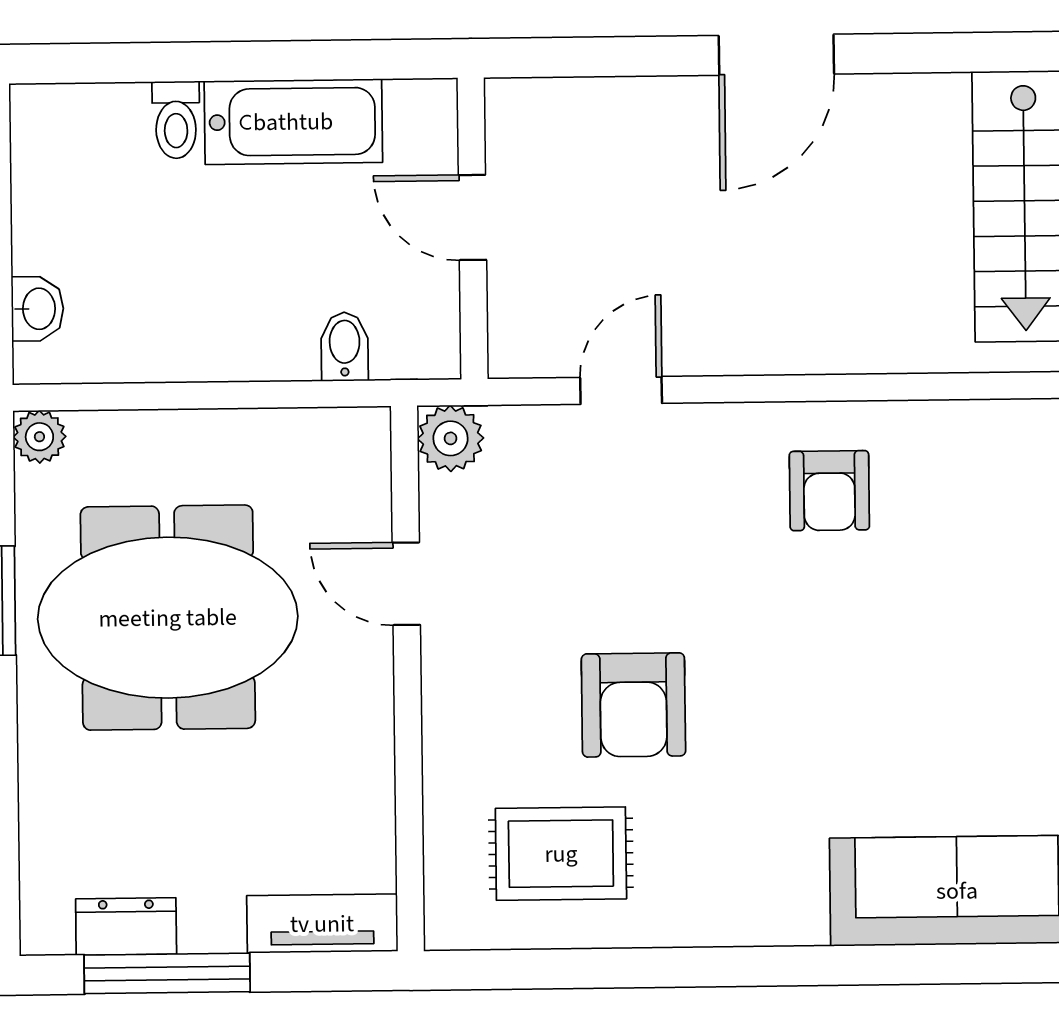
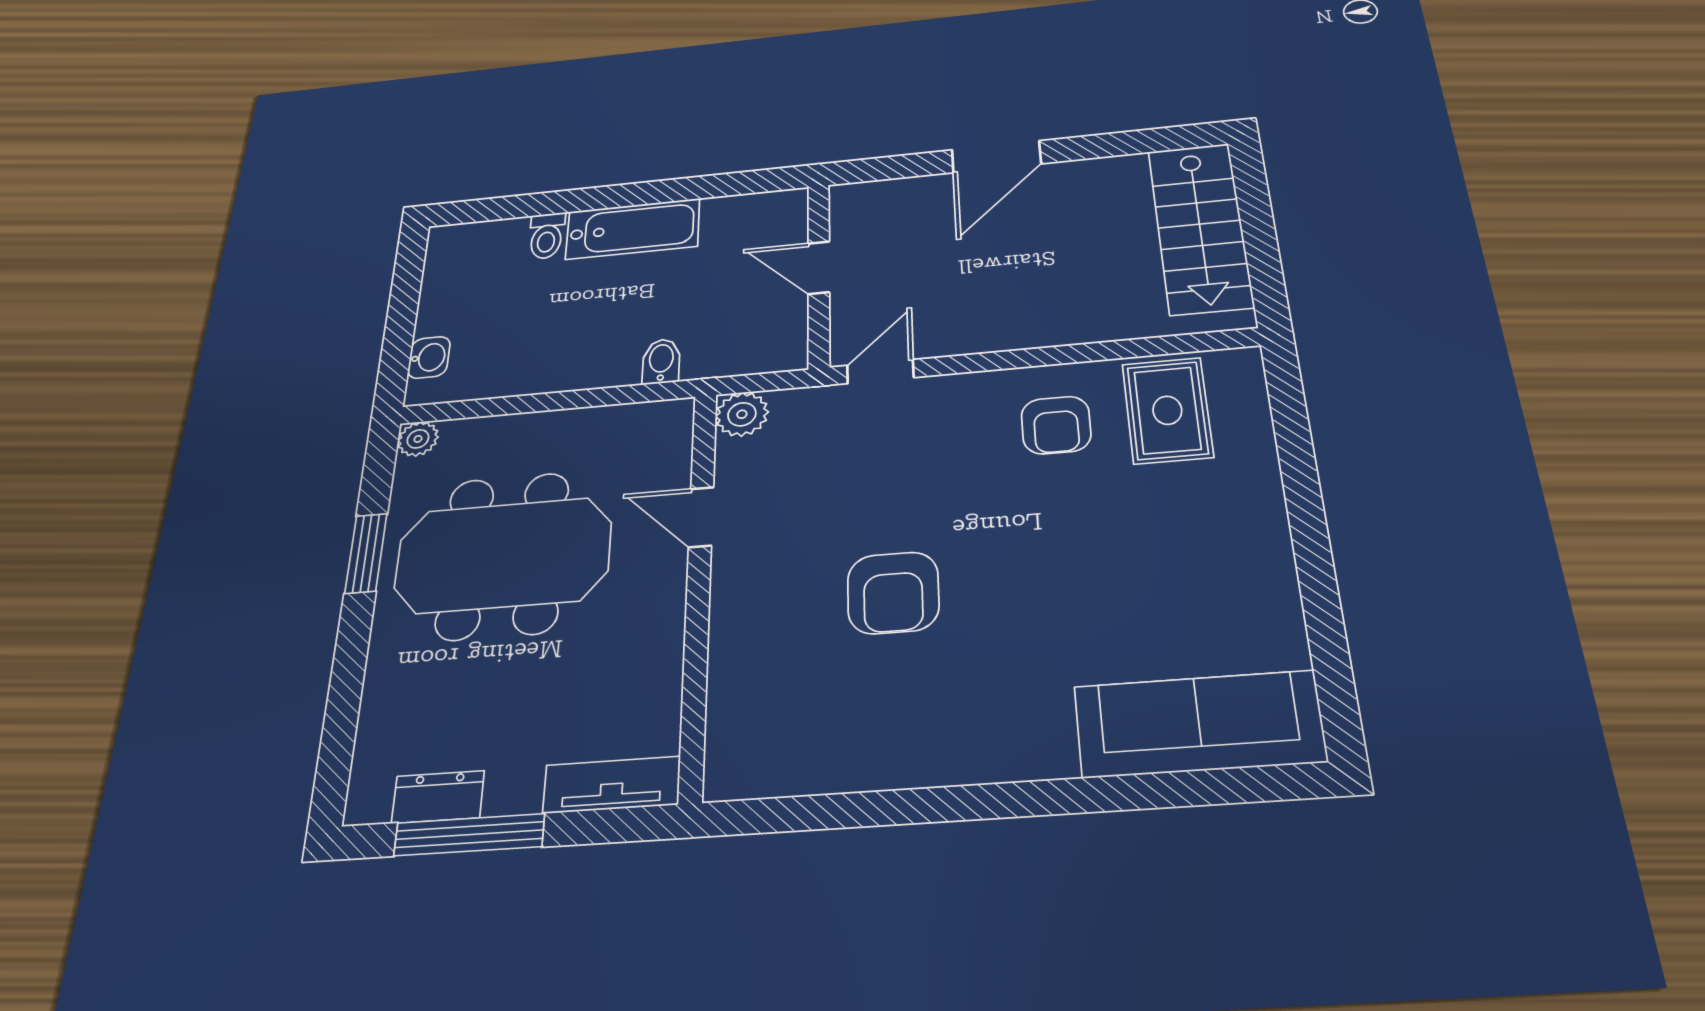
door: (472, 217) -> (819, 268), moved
wall: (473, 229) -> (819, 274), moved
rug: (561, 854) -> (1167, 410), moved, turned 90

